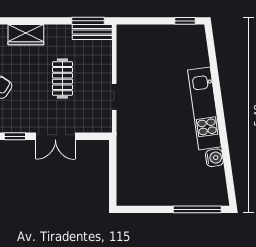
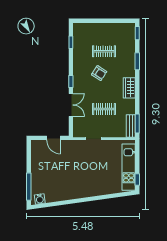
kitchen unit: (204, 108) -> (129, 167), moved, turned -82
double door: (55, 136) -> (71, 105), swing flipped
water cooler: (214, 158) -> (40, 199), moved
door: (113, 166) -> (53, 138), added

